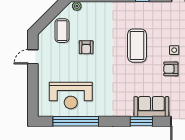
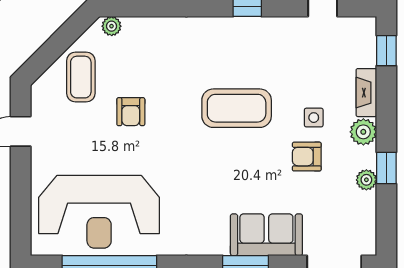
coffee table: (137, 46) -> (237, 108), turned 90
reception desk: (71, 95) -> (99, 212), width x1.36, depth x1.30

